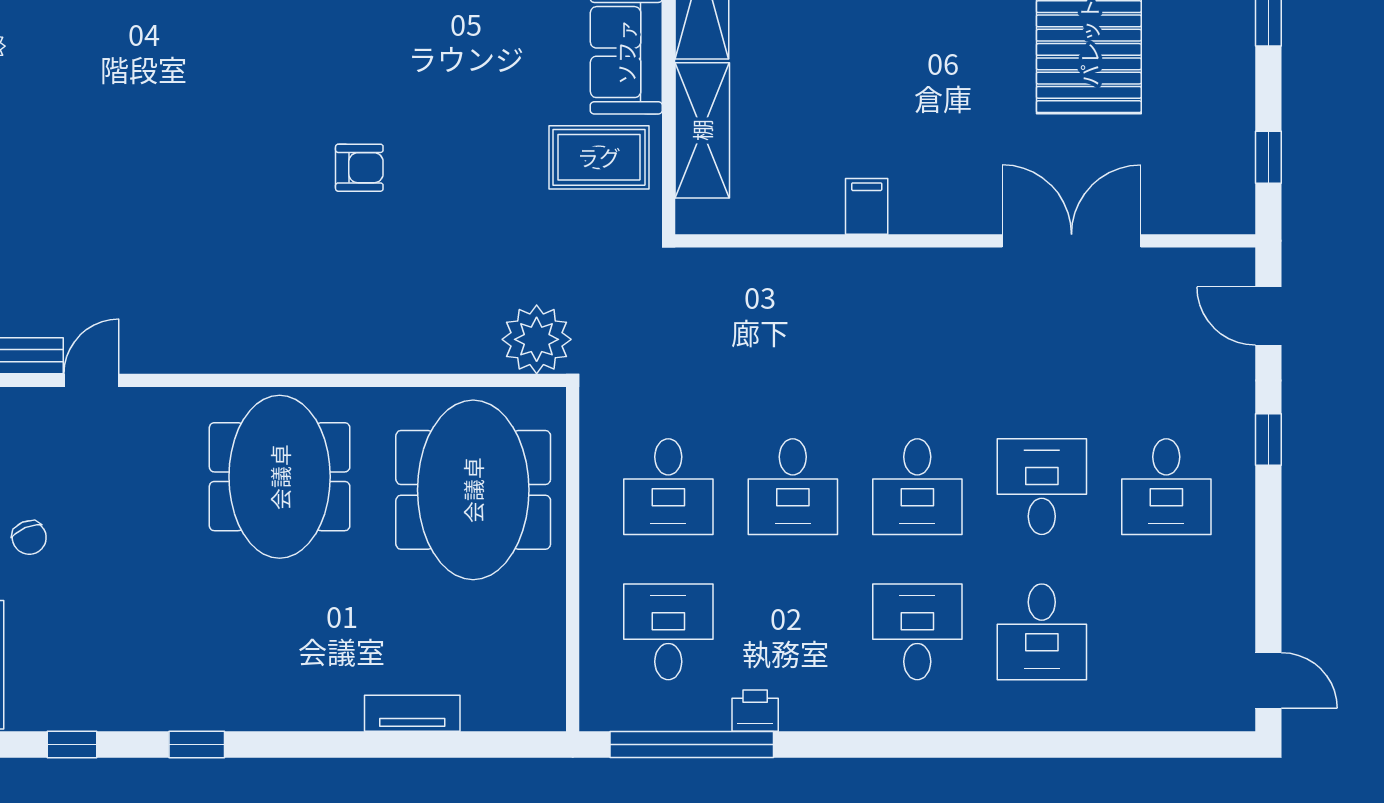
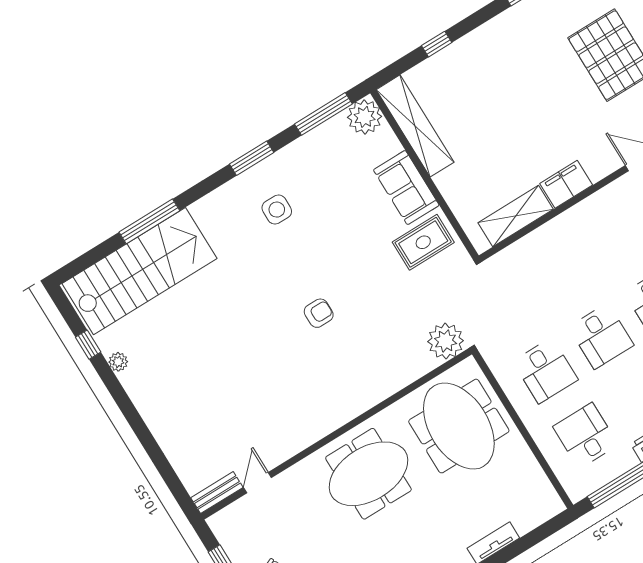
shelving: (702, 130) -> (516, 216), moved, turned 90
filing cabinet: (867, 206) -> (566, 184), width x2.00
meeting table: (280, 477) -> (368, 474), turned 90

